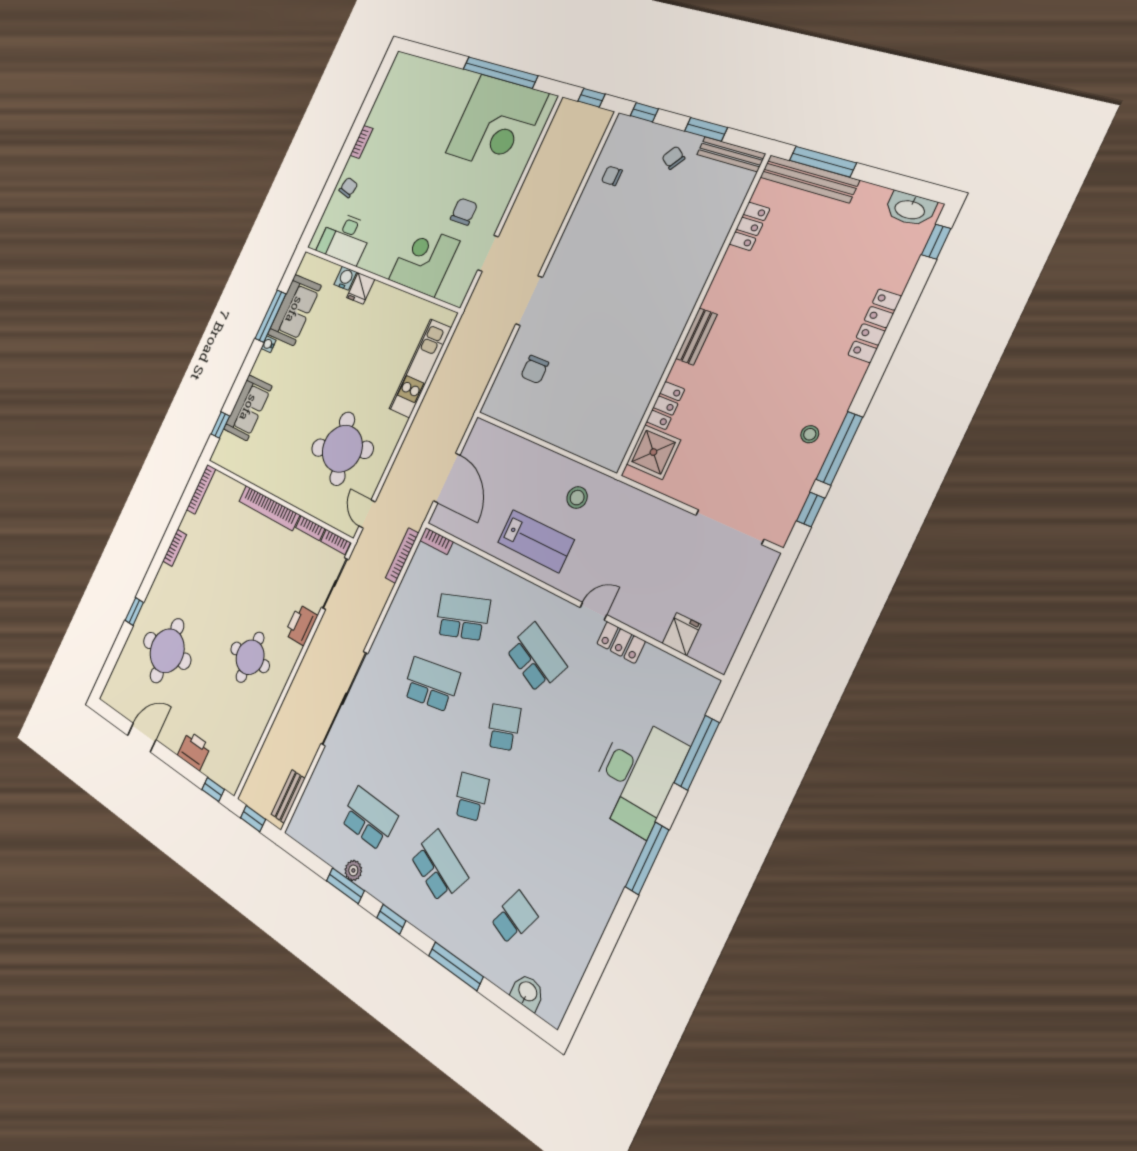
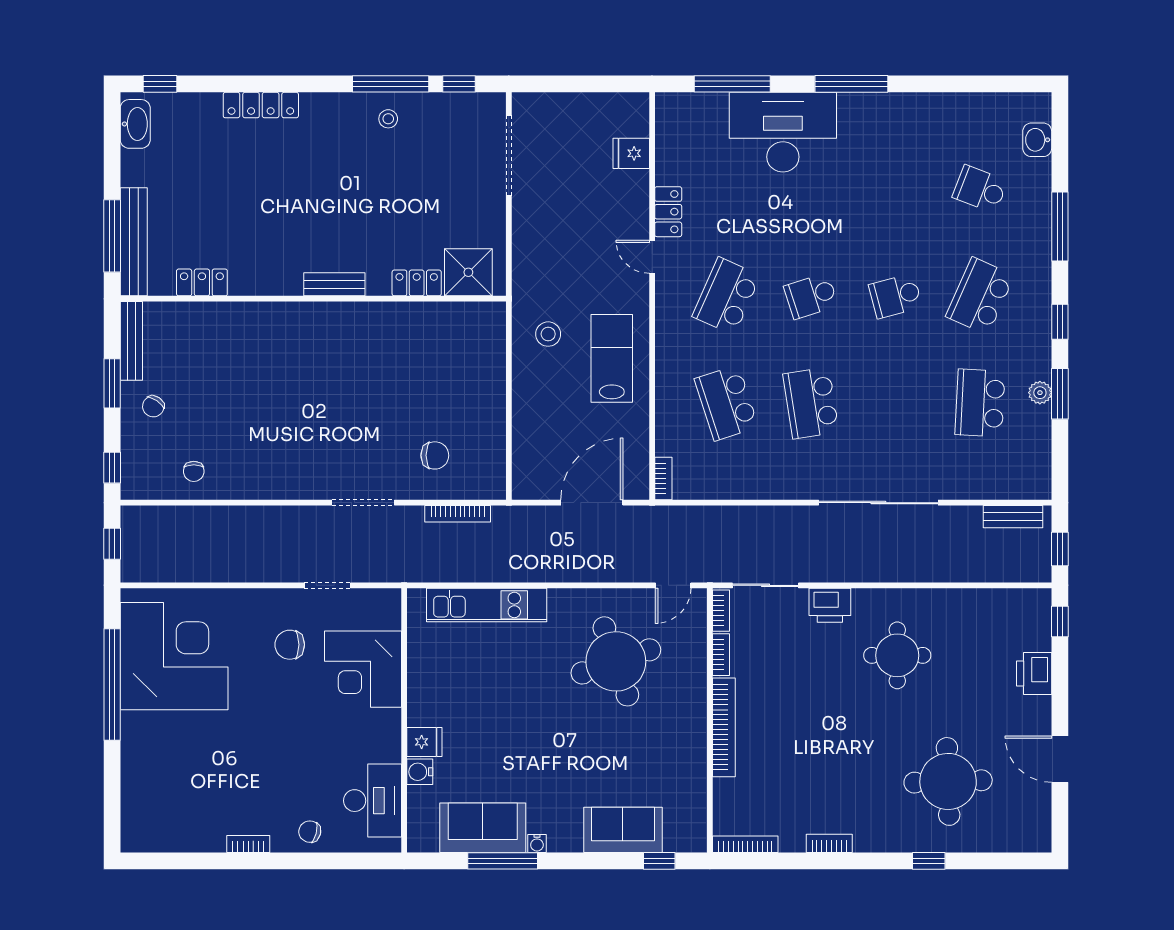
bookcase: (402, 556) -> (458, 514), moved

